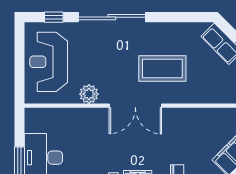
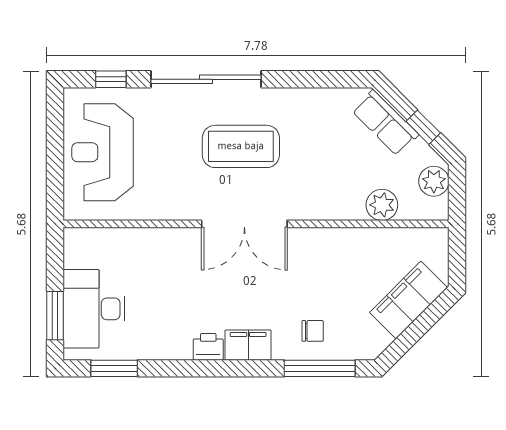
coffee table: (162, 69) -> (241, 146), moved
plant: (89, 94) -> (382, 205), moved

